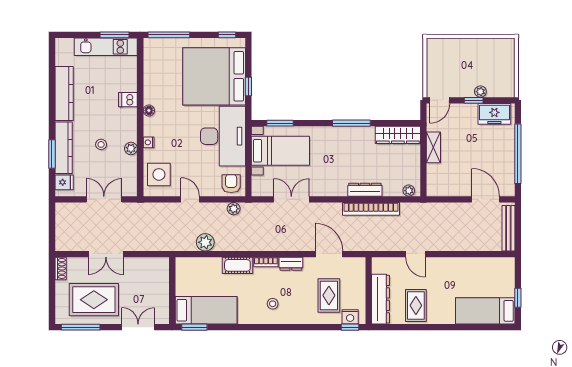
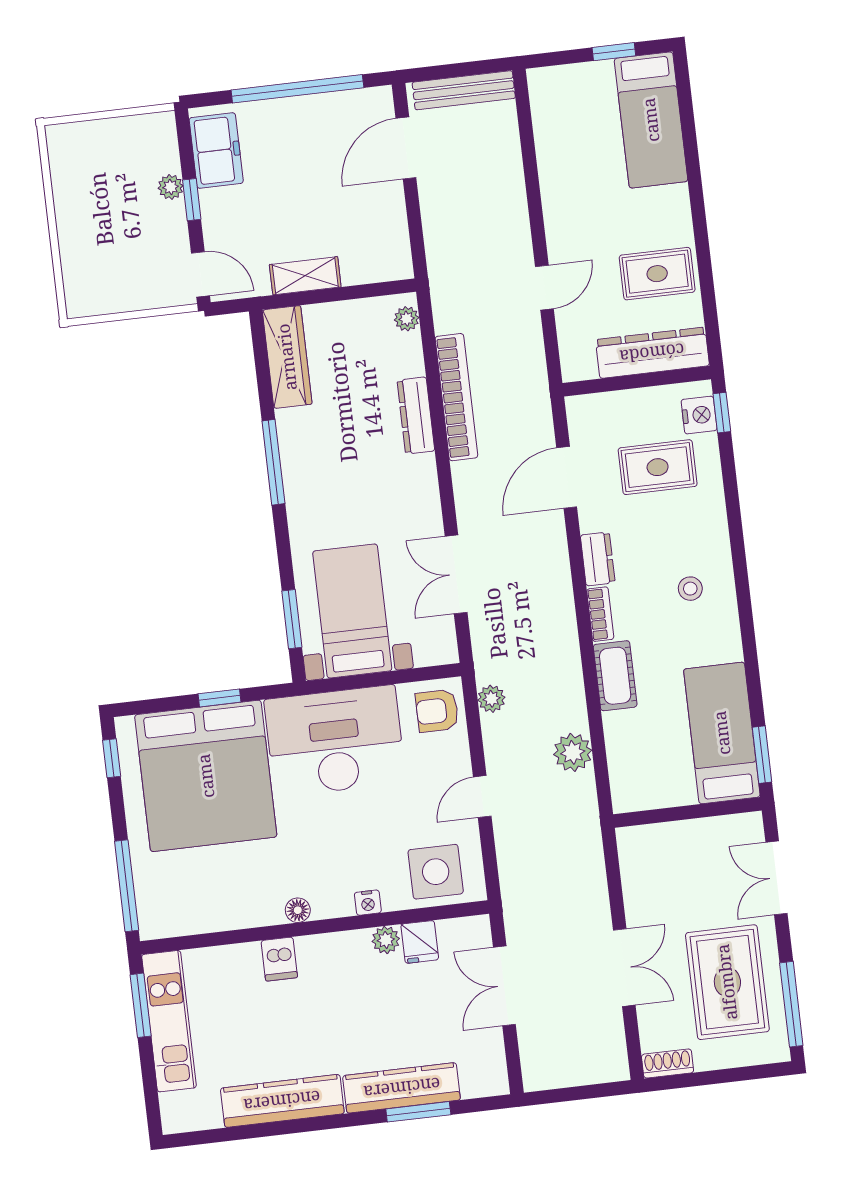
stool: (101, 144) -> (385, 1006), removed
fridge: (64, 182) -> (420, 942), moved, turned 180

